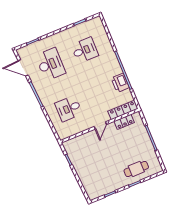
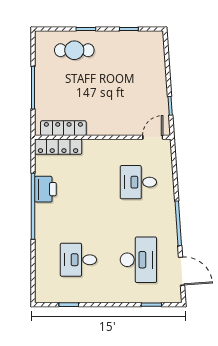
desk: (50, 64) -> (138, 260), turned 180
desk: (69, 109) -> (138, 182), turned 180
locker: (124, 122) -> (63, 128), width x1.53
door: (100, 126) -> (153, 137), moved

